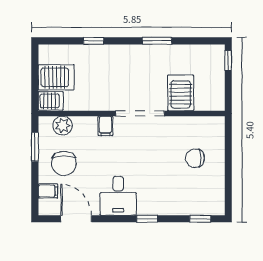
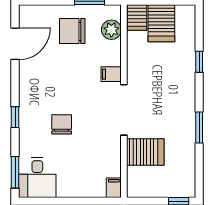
chair: (195, 158) -> (62, 124), moved
filing cabinet: (48, 191) -> (114, 188), moved, turned 180
desk: (118, 196) -> (37, 177), moved, turned -90
window: (200, 219) -> (15, 172), width x1.50

